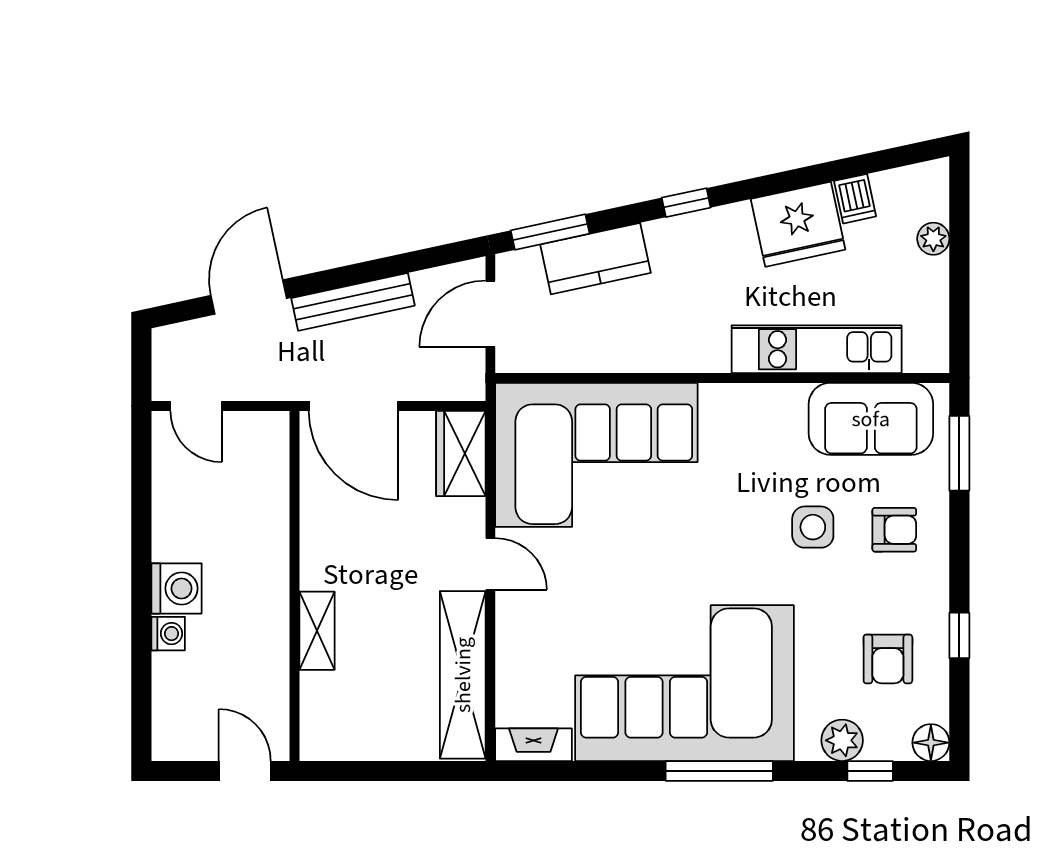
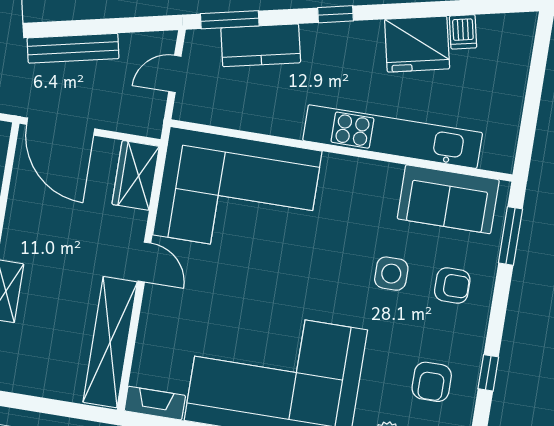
plant: (933, 239) -> (517, 71), removed
door: (490, 314) -> (175, 74), width x0.73
kitchen unit: (817, 349) -> (393, 137), width x1.36

